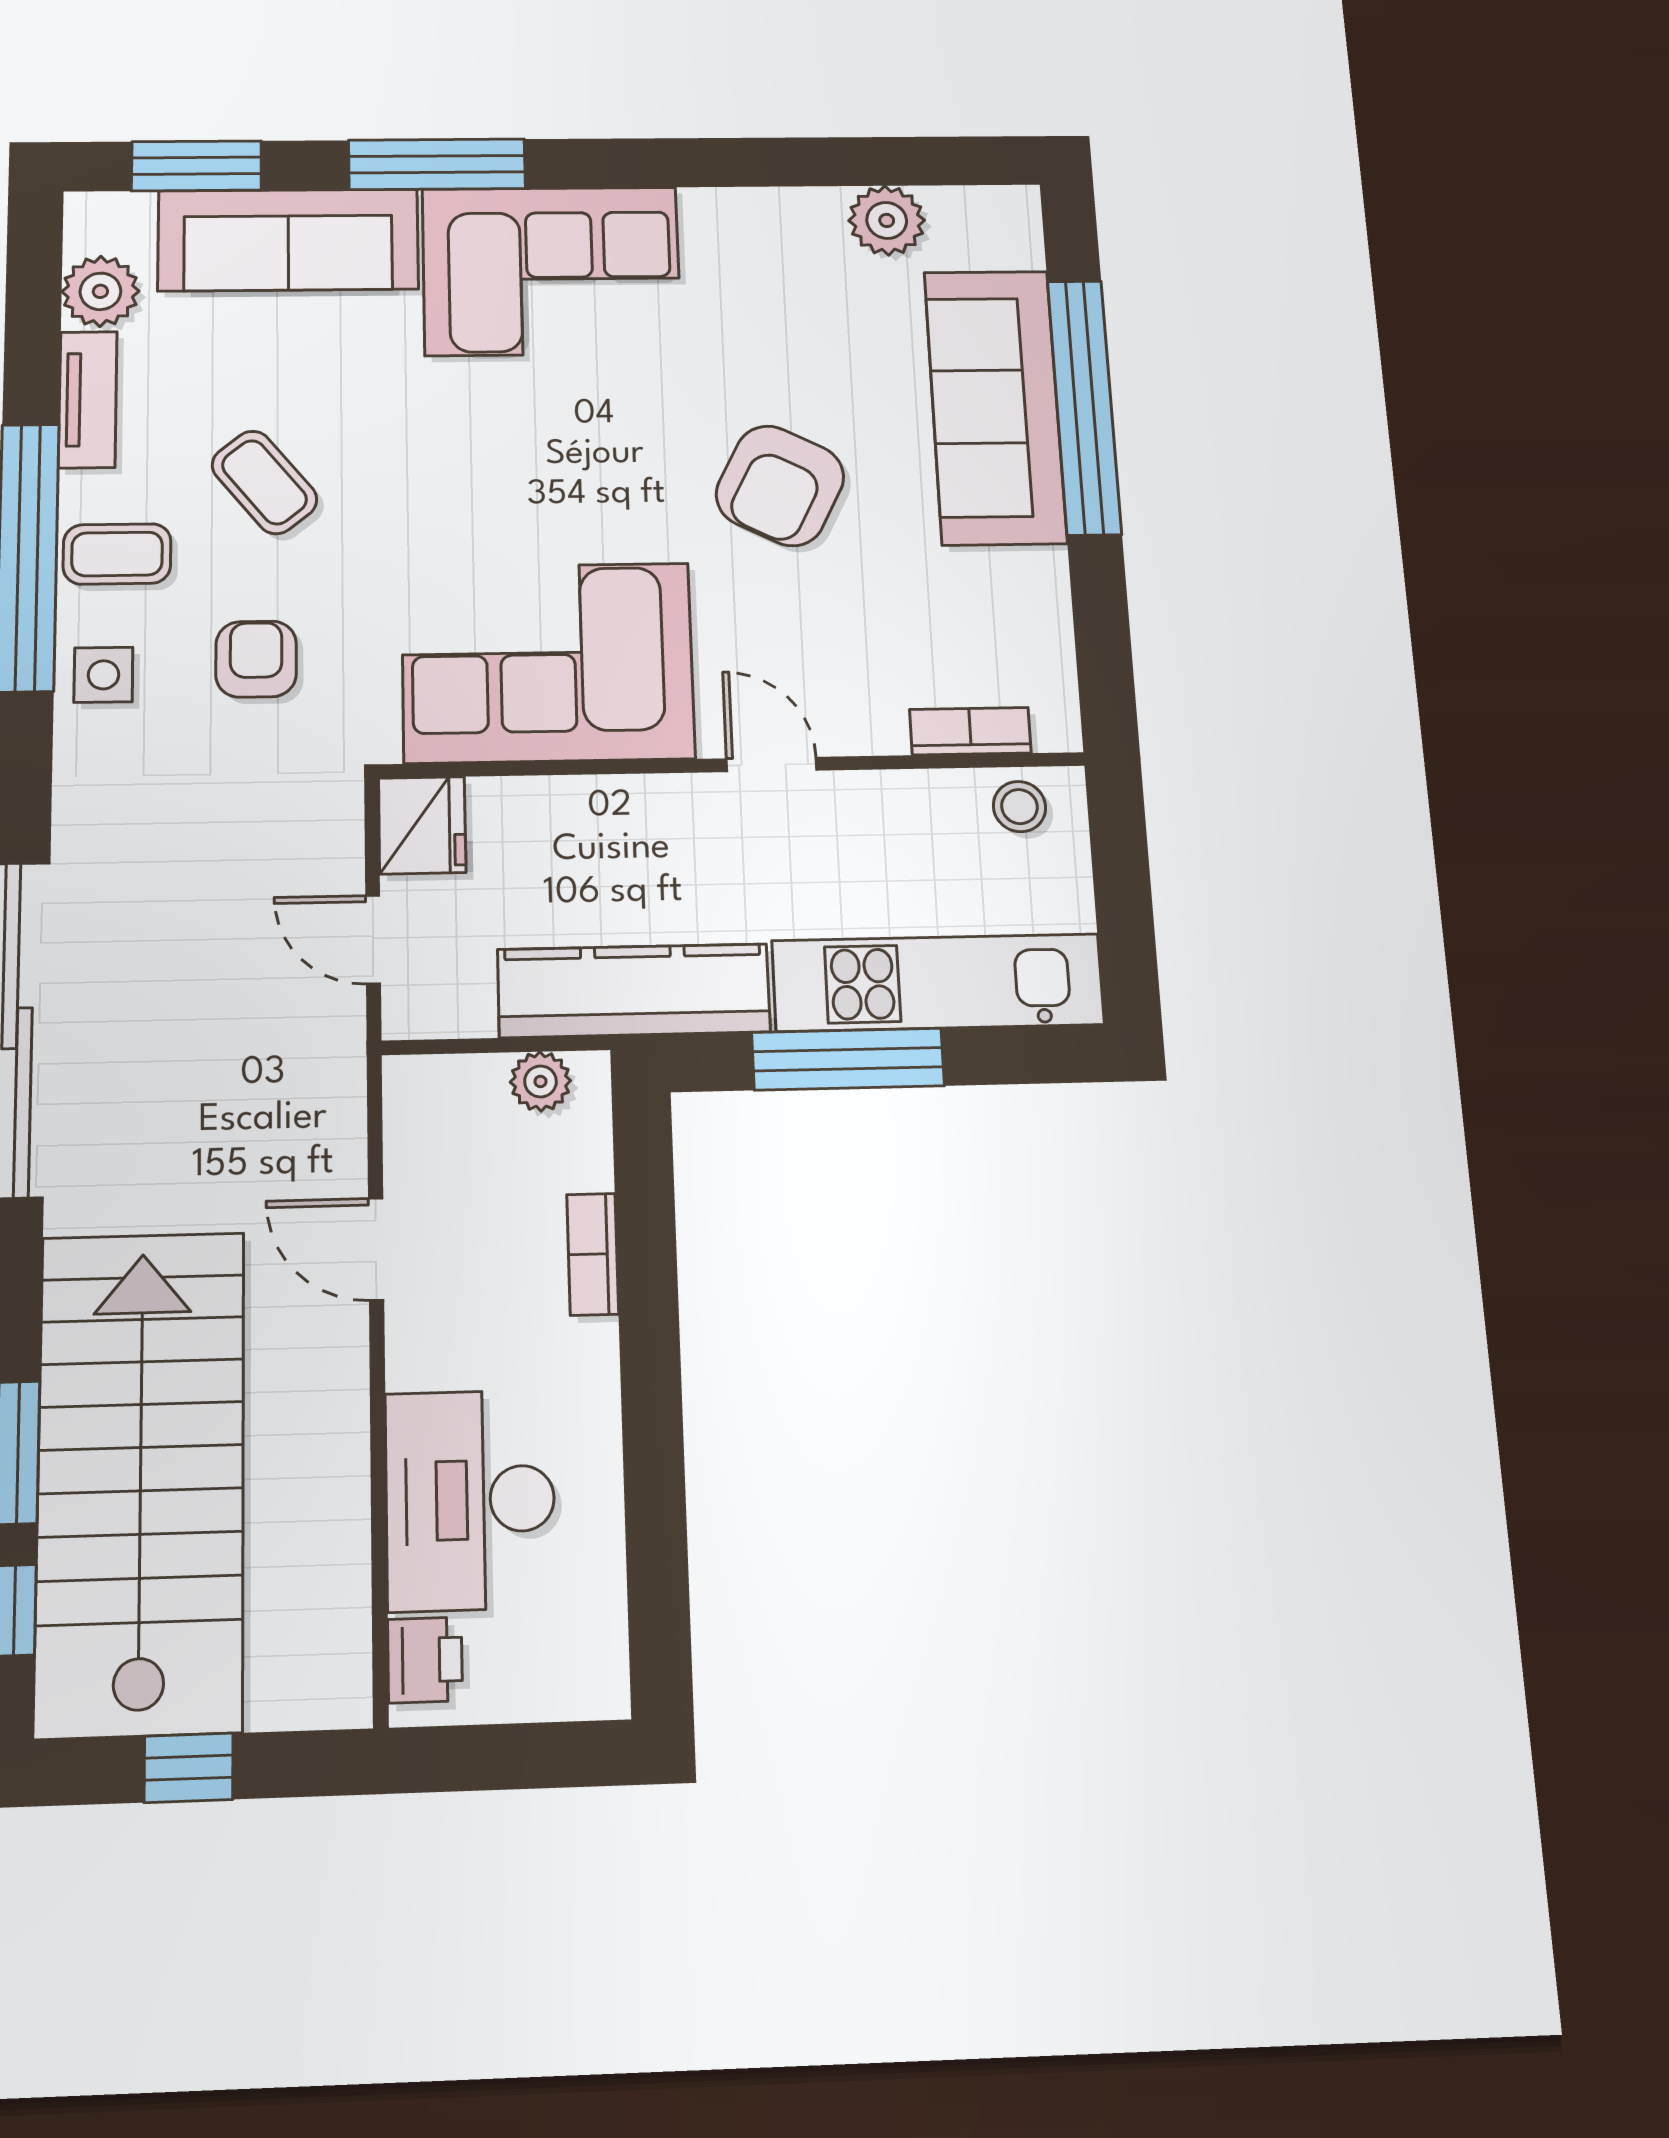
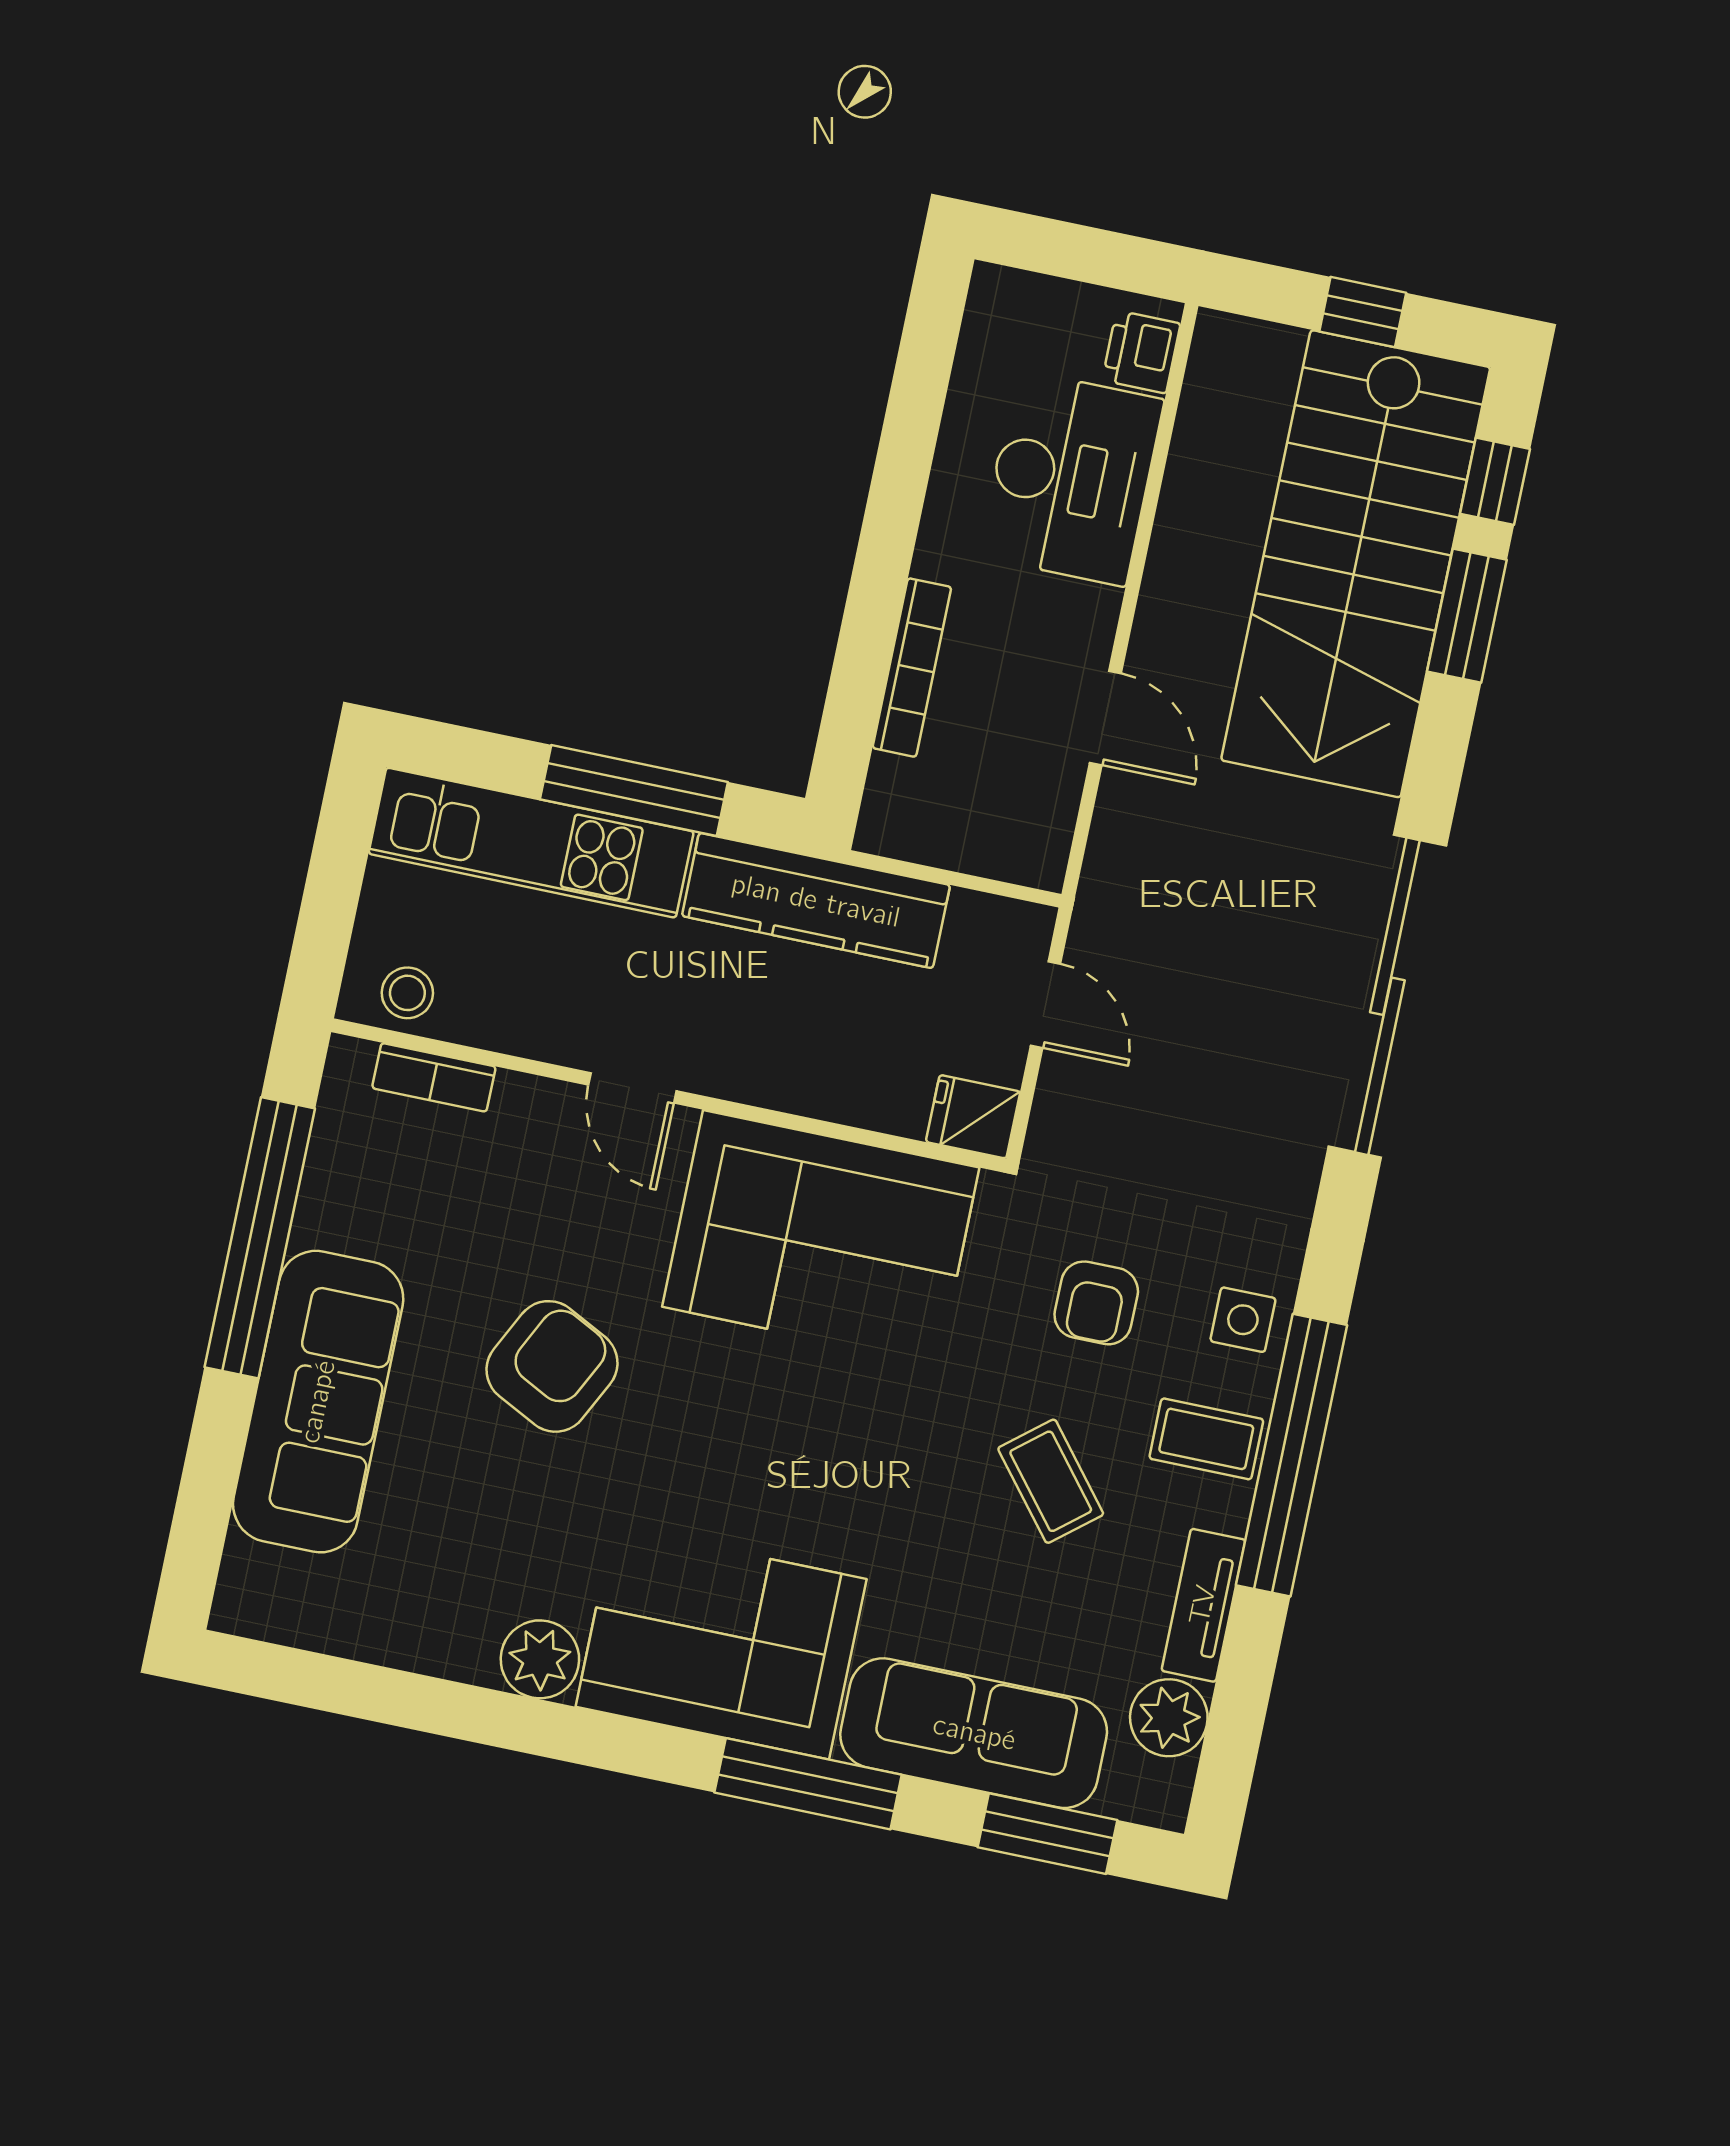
plant: (887, 220) -> (540, 1659), moved
window: (1084, 407) -> (260, 1238), moved
fridge: (422, 825) -> (973, 1117), width x0.72
plant: (540, 1081) -> (922, 836), removed
bookcase: (593, 1254) -> (912, 668), width x1.56

